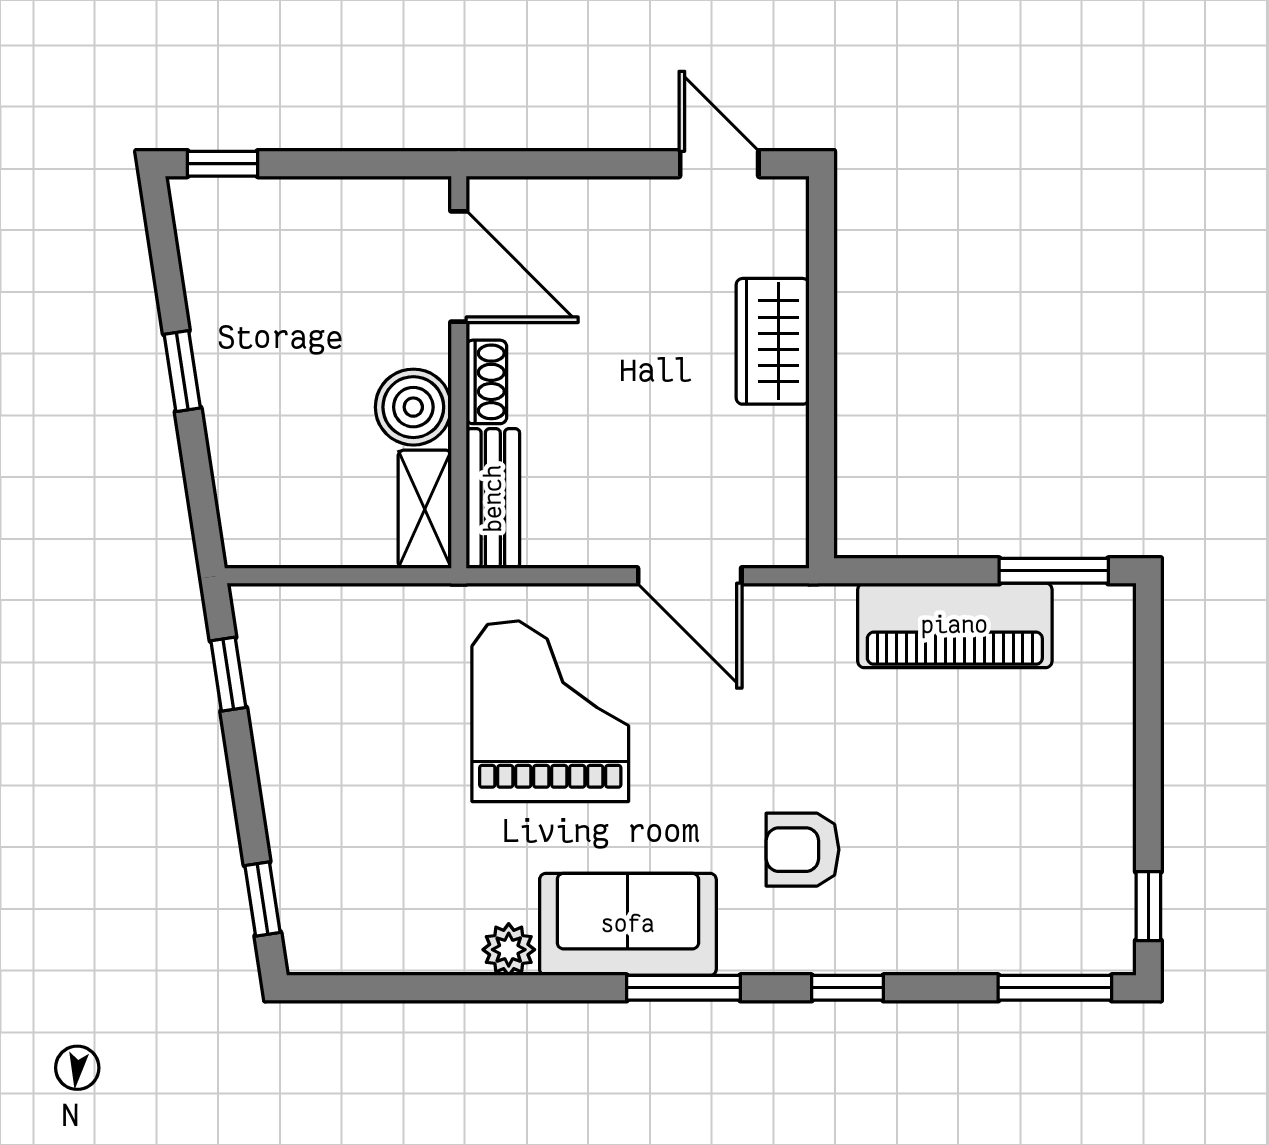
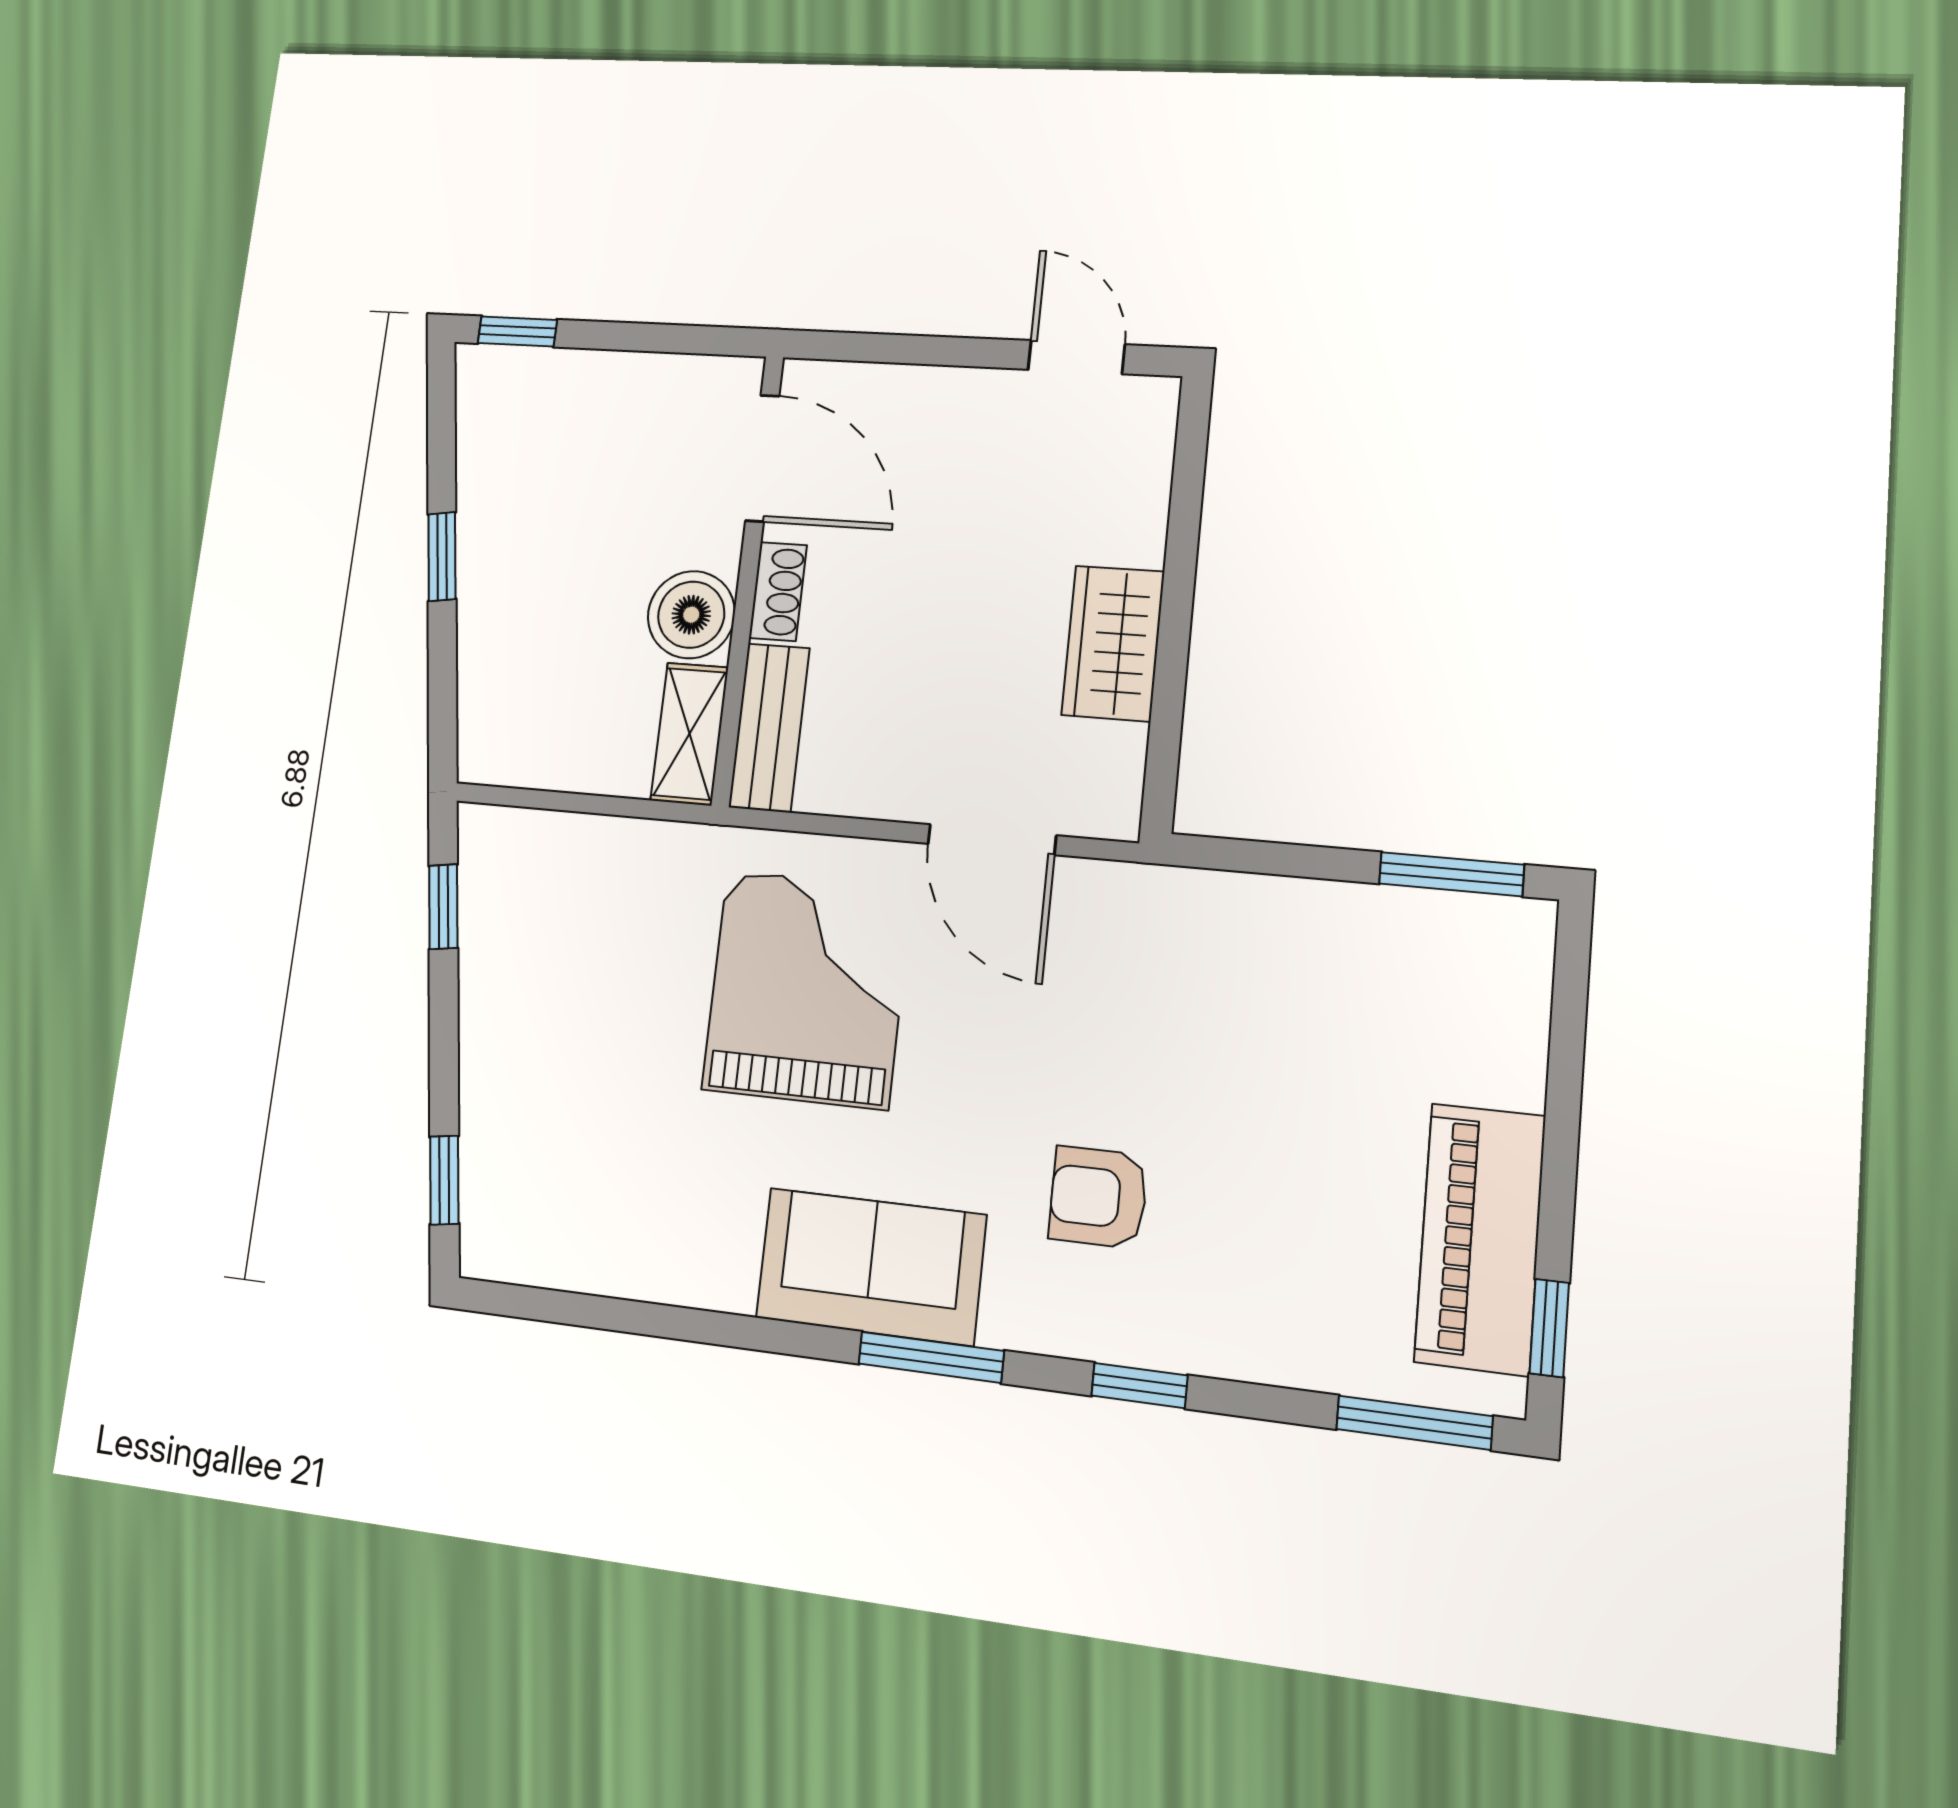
wardrobe: (773, 341) -> (1113, 643), moved
piano: (955, 625) -> (1480, 1239), moved, turned 90
plant: (509, 950) -> (723, 1280), removed

